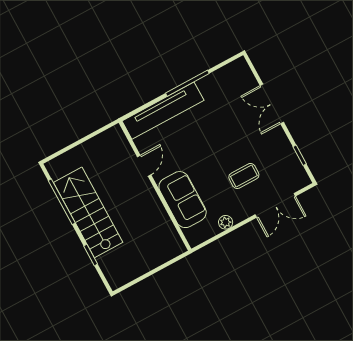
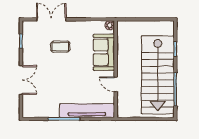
door: (144, 166) -> (116, 84), hinge flipped
stairs: (88, 212) -> (158, 75), width x1.36, depth x1.51
plant: (226, 222) -> (110, 25), moved

